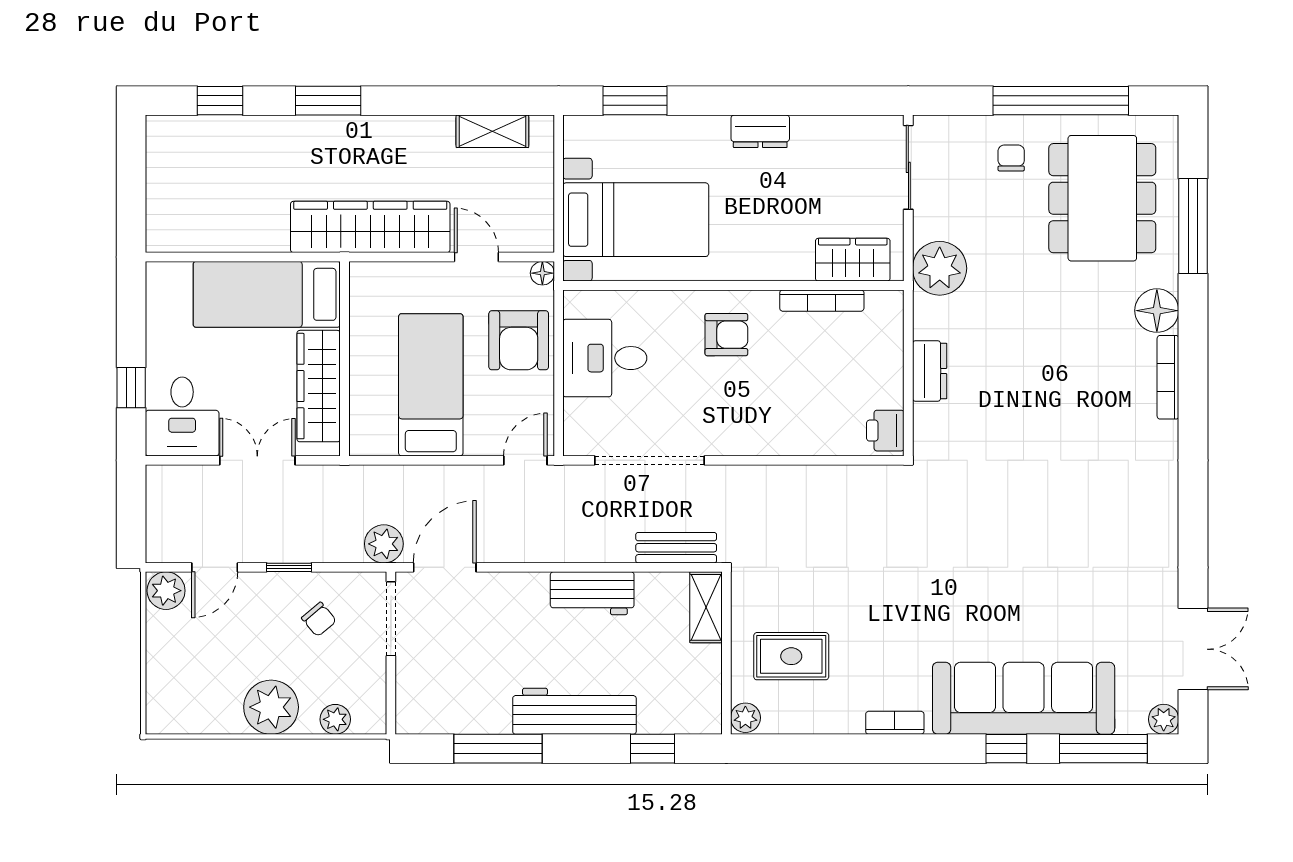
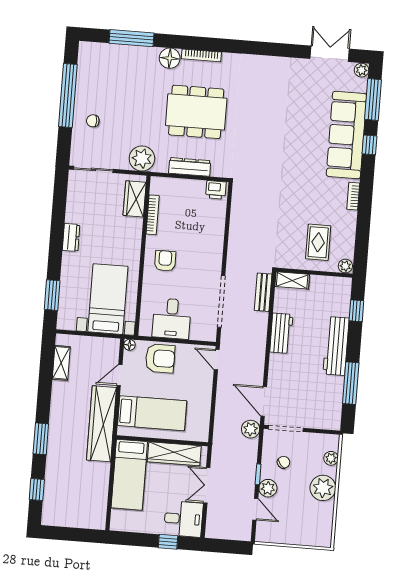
dining table: (1102, 198) -> (196, 112), moved
dresser: (930, 371) -> (190, 167), width x1.44
bed: (431, 385) -> (152, 413), moved, turned 180
plant: (166, 591) -> (268, 488), moved

